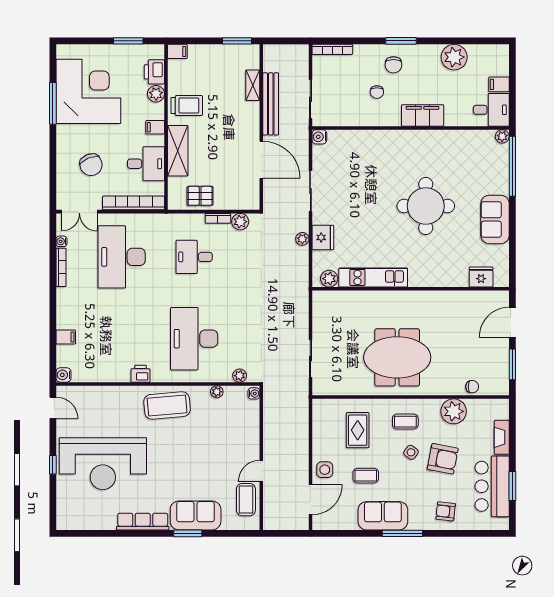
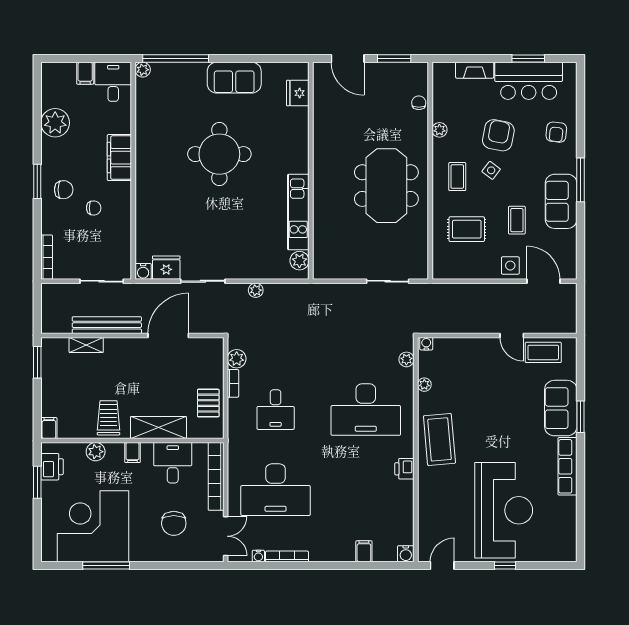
printer: (154, 72) -> (52, 467), moved, turned -90
chair: (91, 165) -> (174, 523), turned 112
fridge: (323, 237) -> (166, 268), moved
plant: (454, 411) -> (439, 130), width x0.53, depth x0.53

